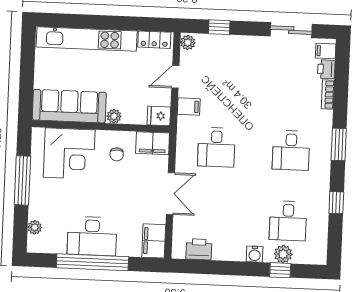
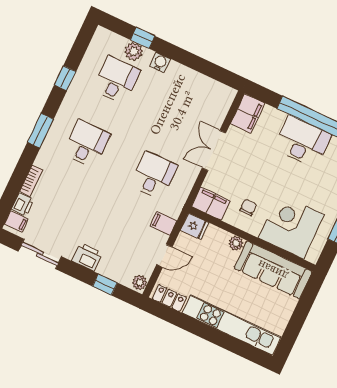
printer: (199, 249) -> (87, 257), moved, turned 180

